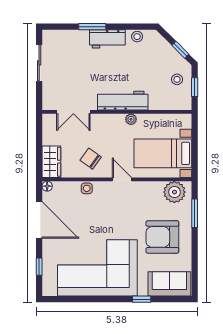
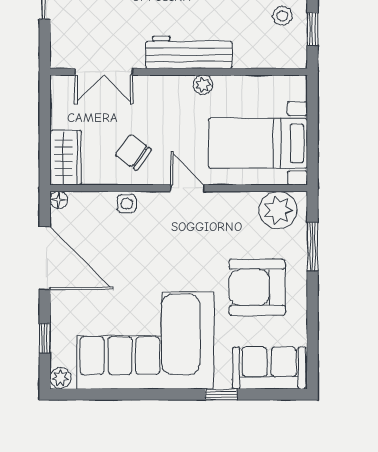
plant: (48, 290) -> (60, 378), added

